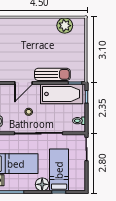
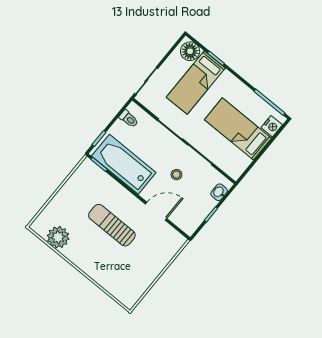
sun lounger: (52, 74) -> (112, 225), moved
floor lamp: (42, 184) -> (190, 51), moved

